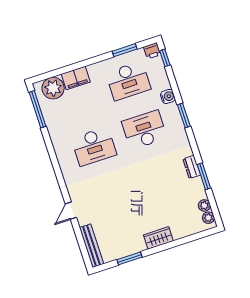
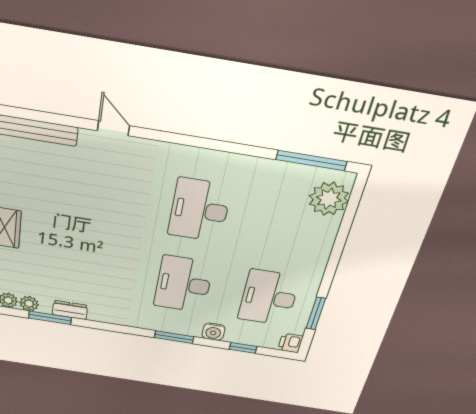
window: (165, 58) -> (243, 348), moved
filing cabinet: (76, 78) -> (322, 236), removed
desk: (144, 130) -> (183, 284), turned 180
dresser: (192, 167) -> (70, 310), moved
window: (204, 176) -> (50, 318), moved

